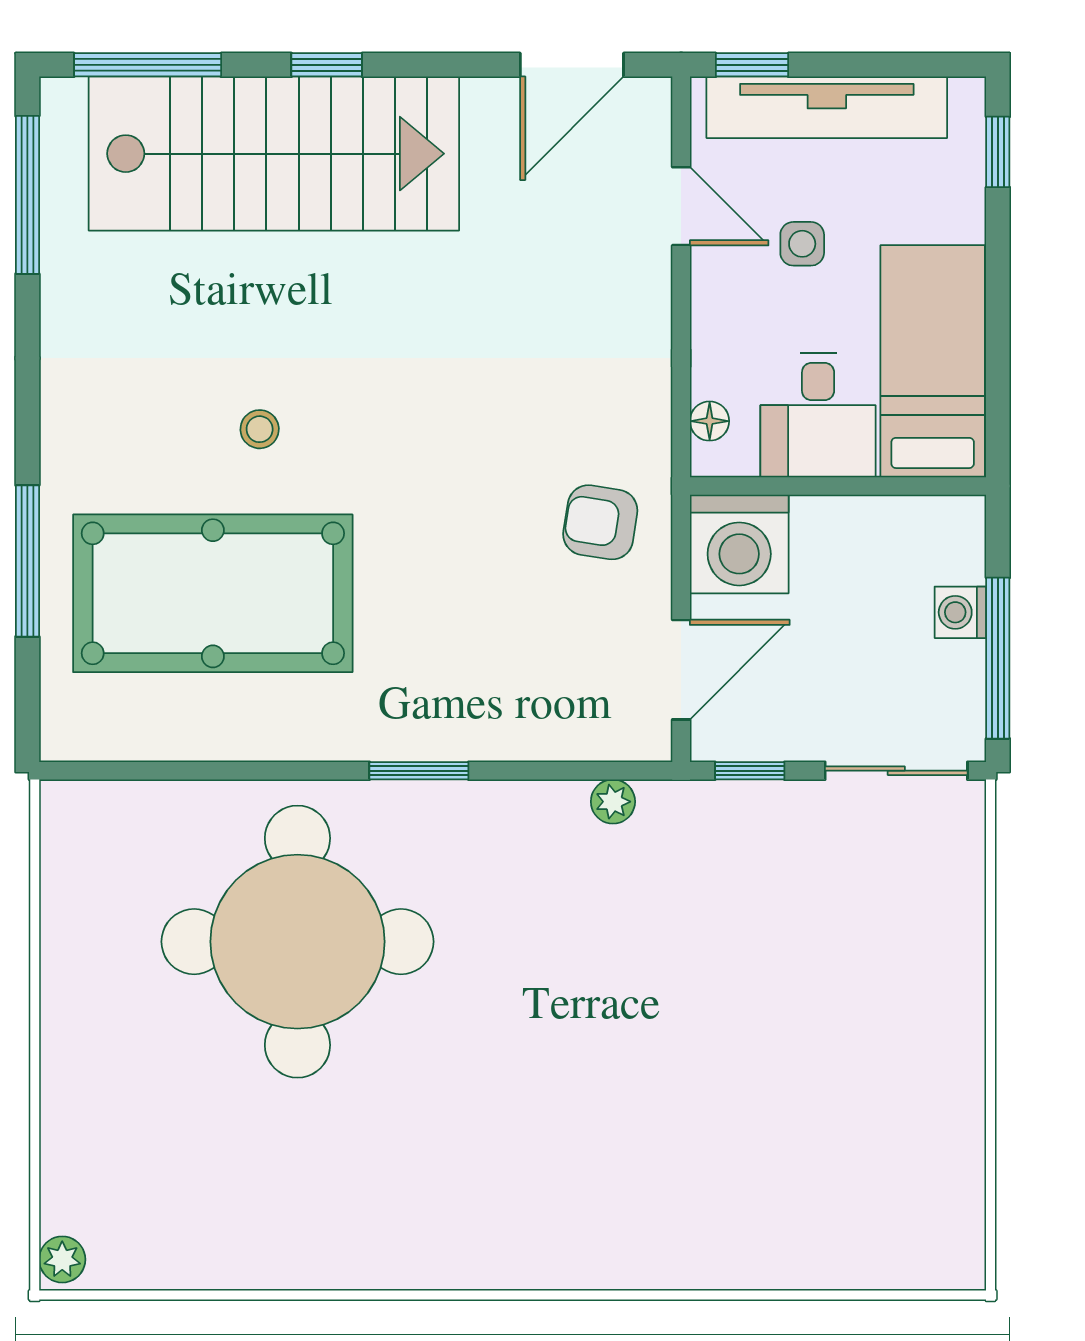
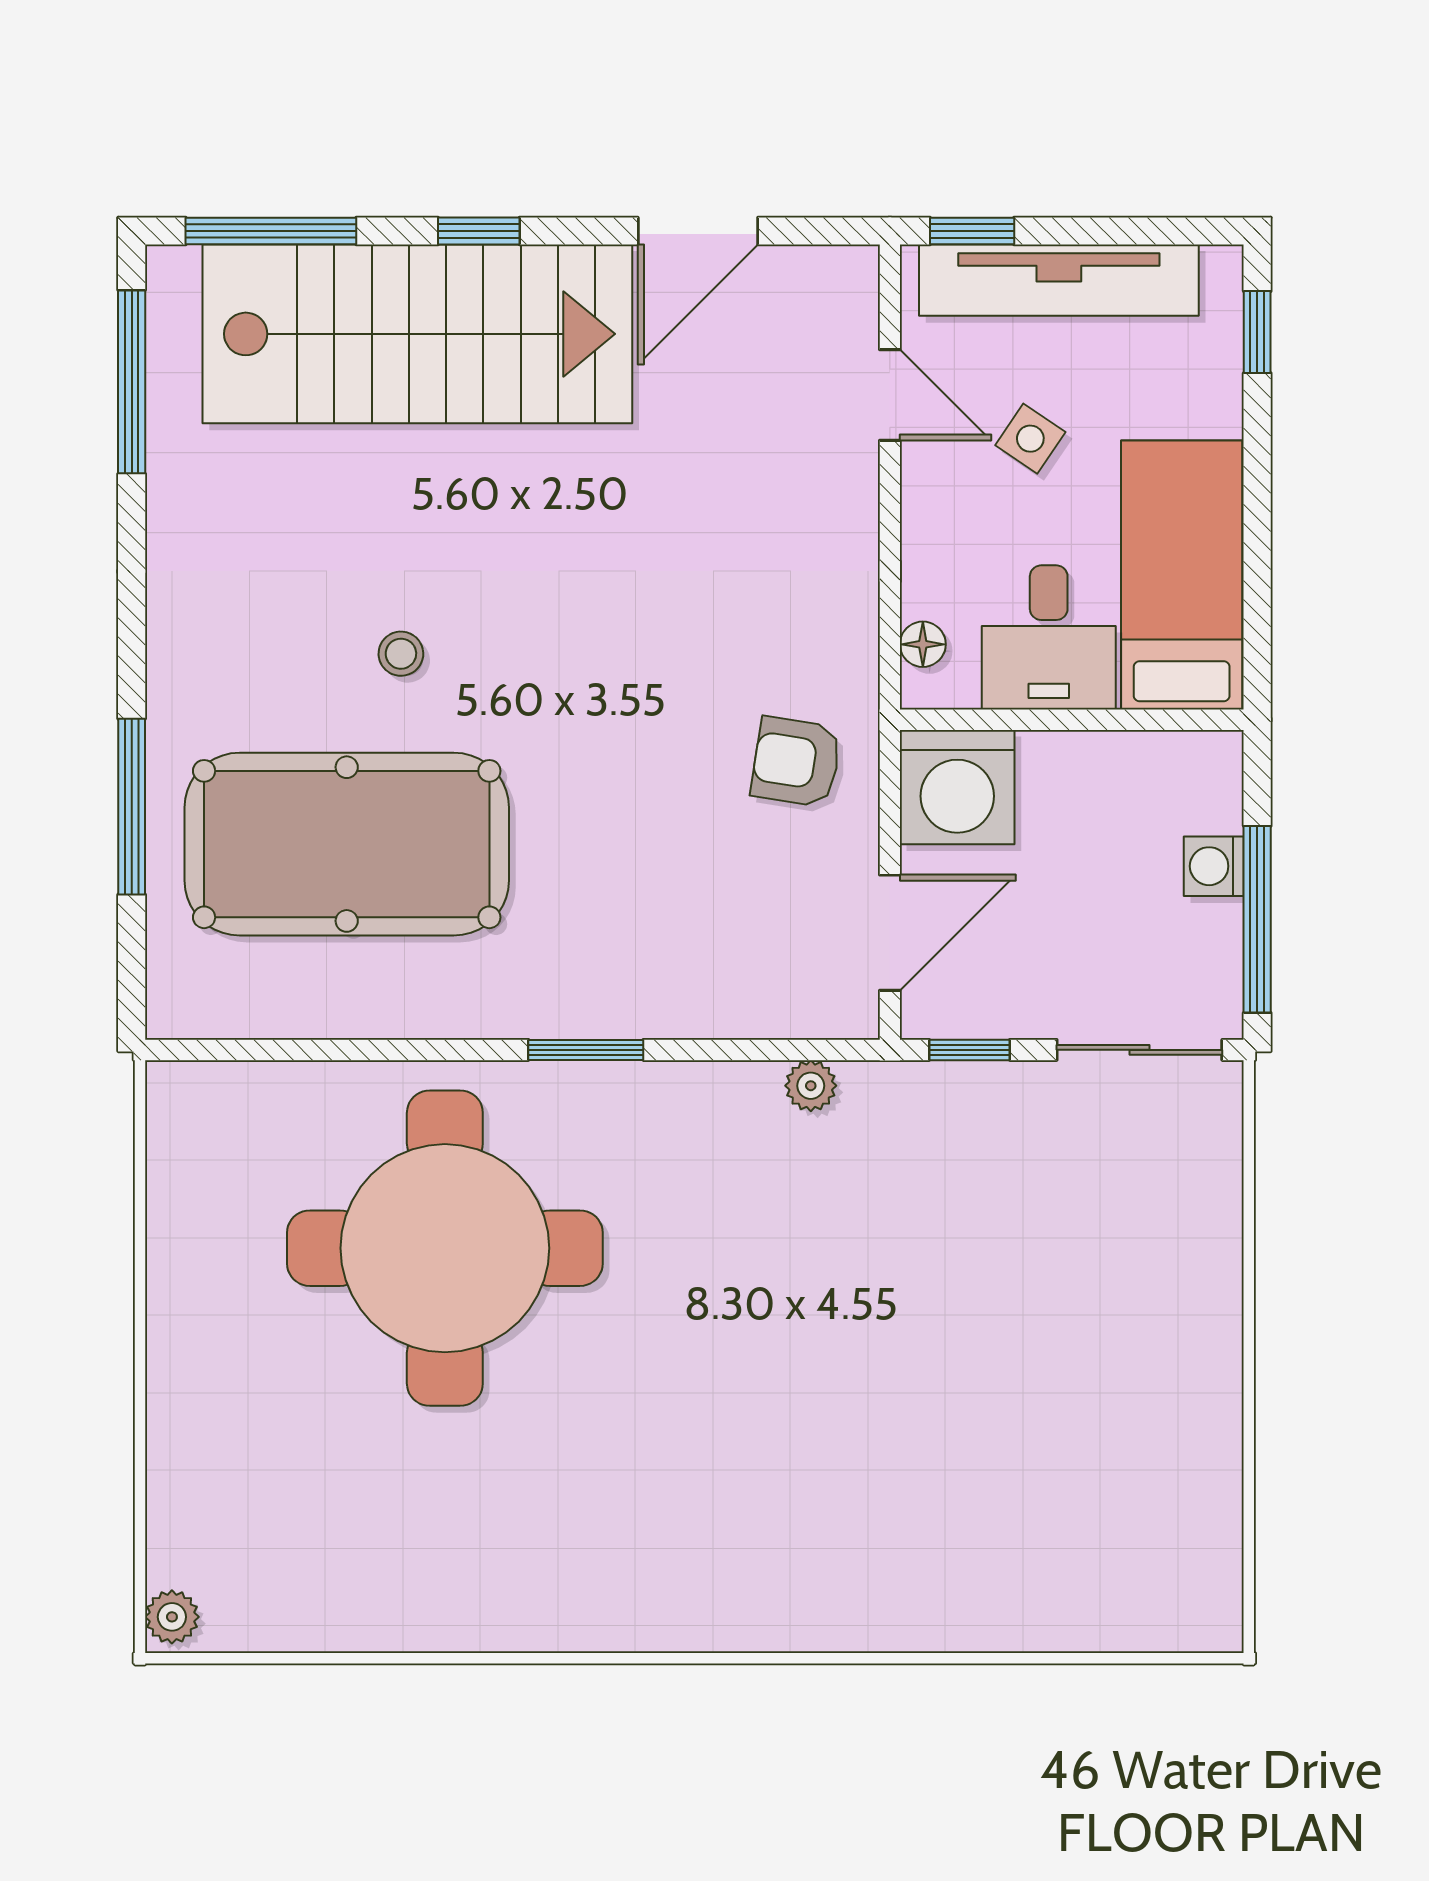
door: (572, 65) -> (698, 231), moved
side table: (802, 244) -> (1030, 439), turned 34

